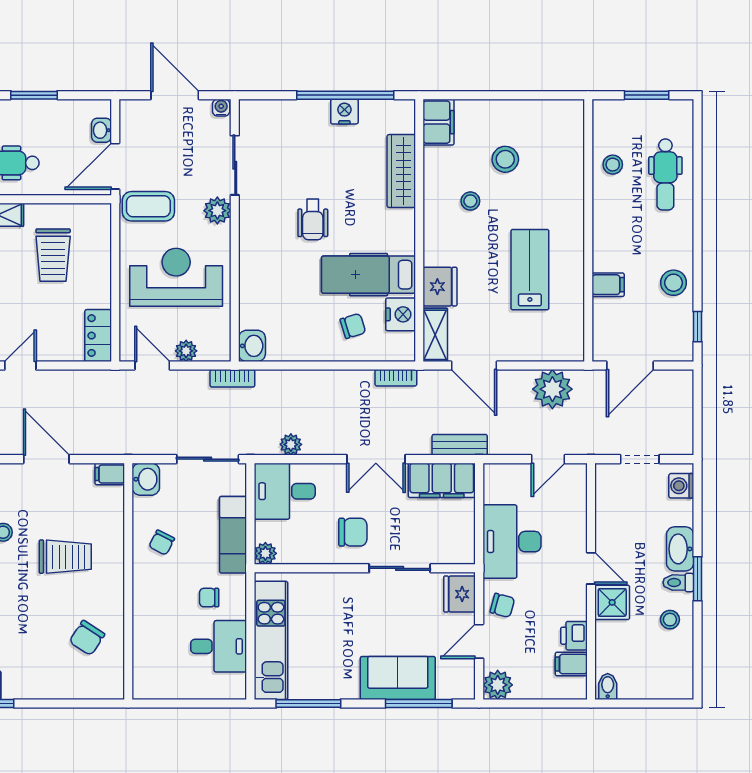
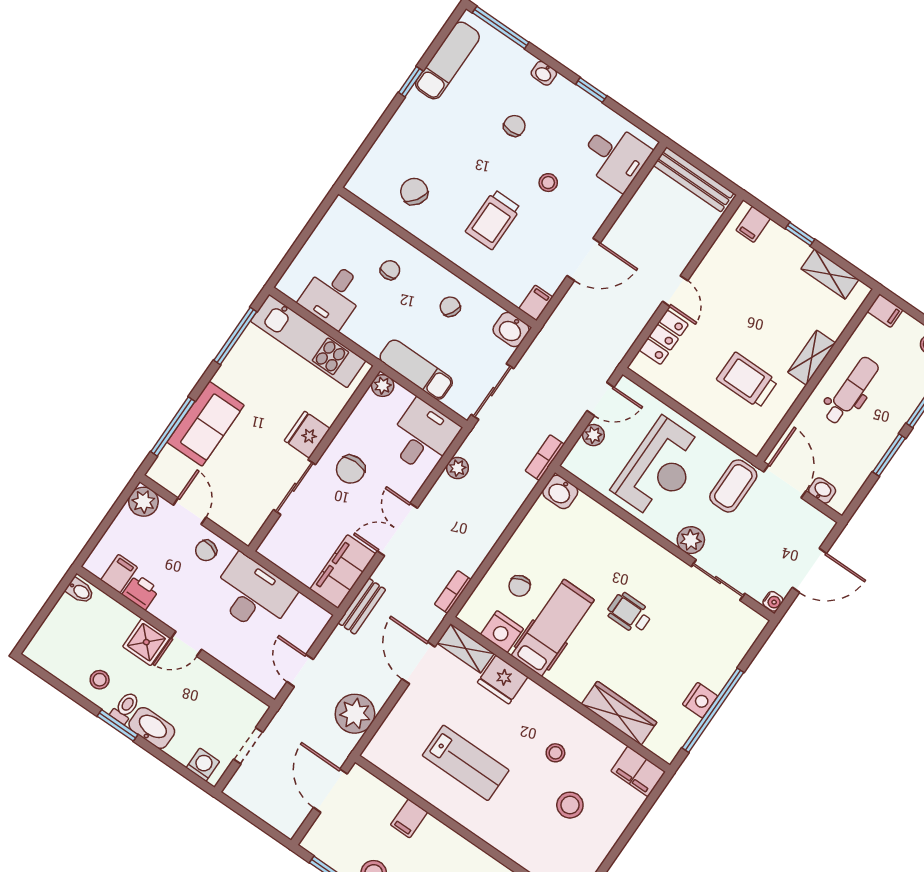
locker: (98, 336) -> (664, 337), moved, turned 90
door: (474, 366) -> (419, 663), hinge flipped
fridge: (460, 594) -> (307, 435), moved, turned -90
chair: (209, 598) -> (390, 270), moved

